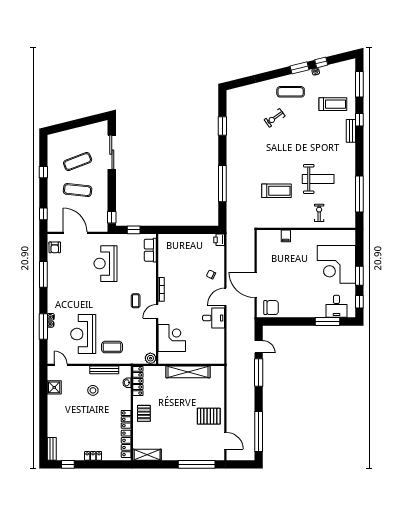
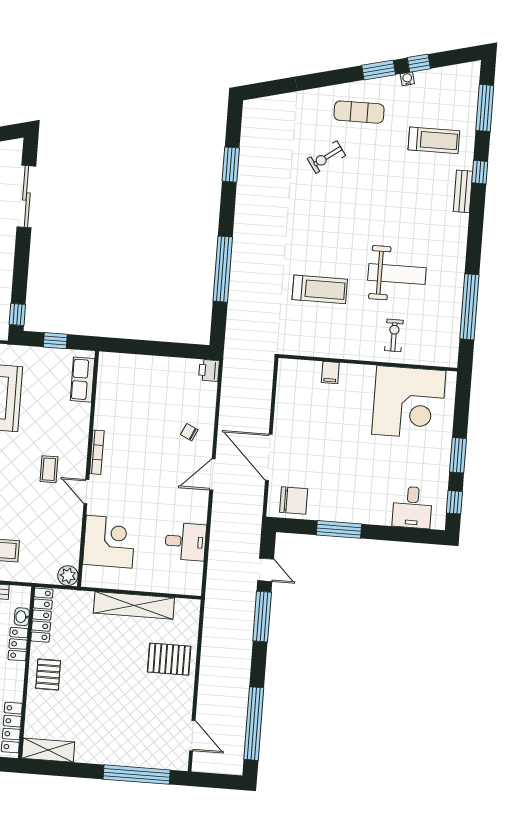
corner desk: (336, 264) -> (409, 403), moved, turned -90
door: (157, 311) -> (86, 492), hinge flipped
desk: (214, 318) -> (186, 542), moved
window: (327, 322) -> (339, 529), moved
pallet: (209, 416) -> (169, 659), moved
locker: (126, 419) -> (18, 644), moved

